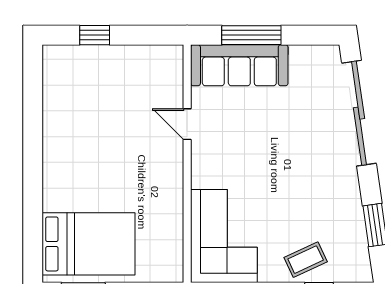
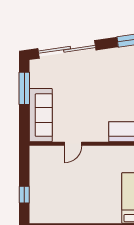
window: (251, 35) -> (24, 88), moved

